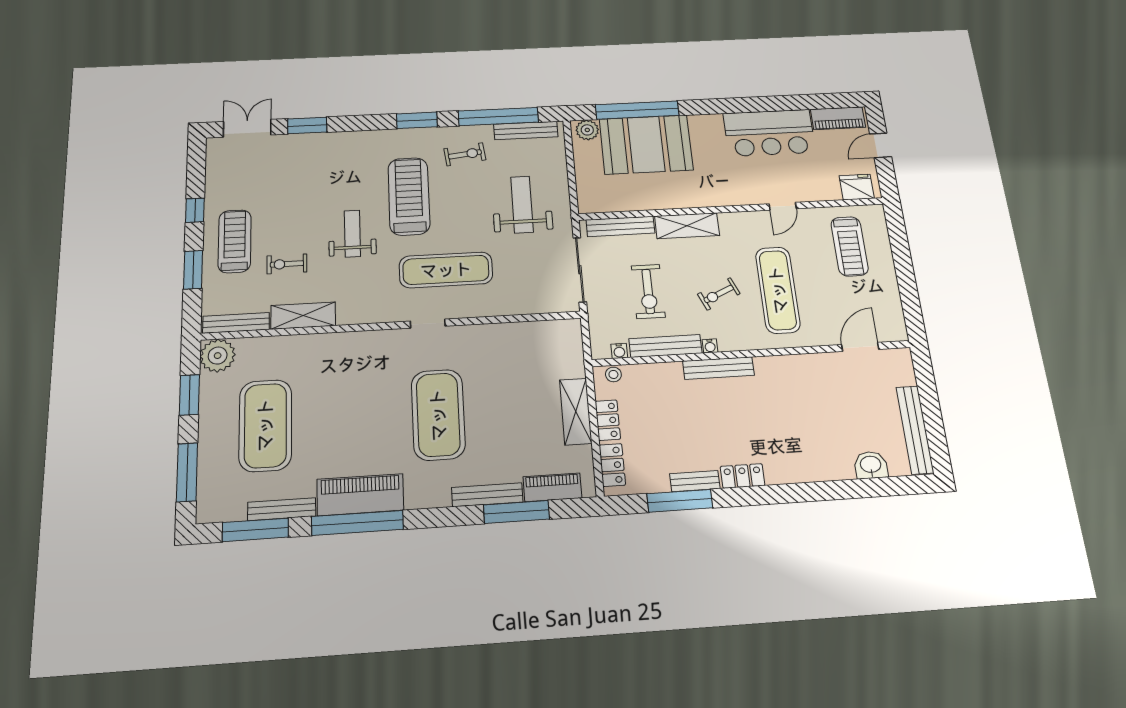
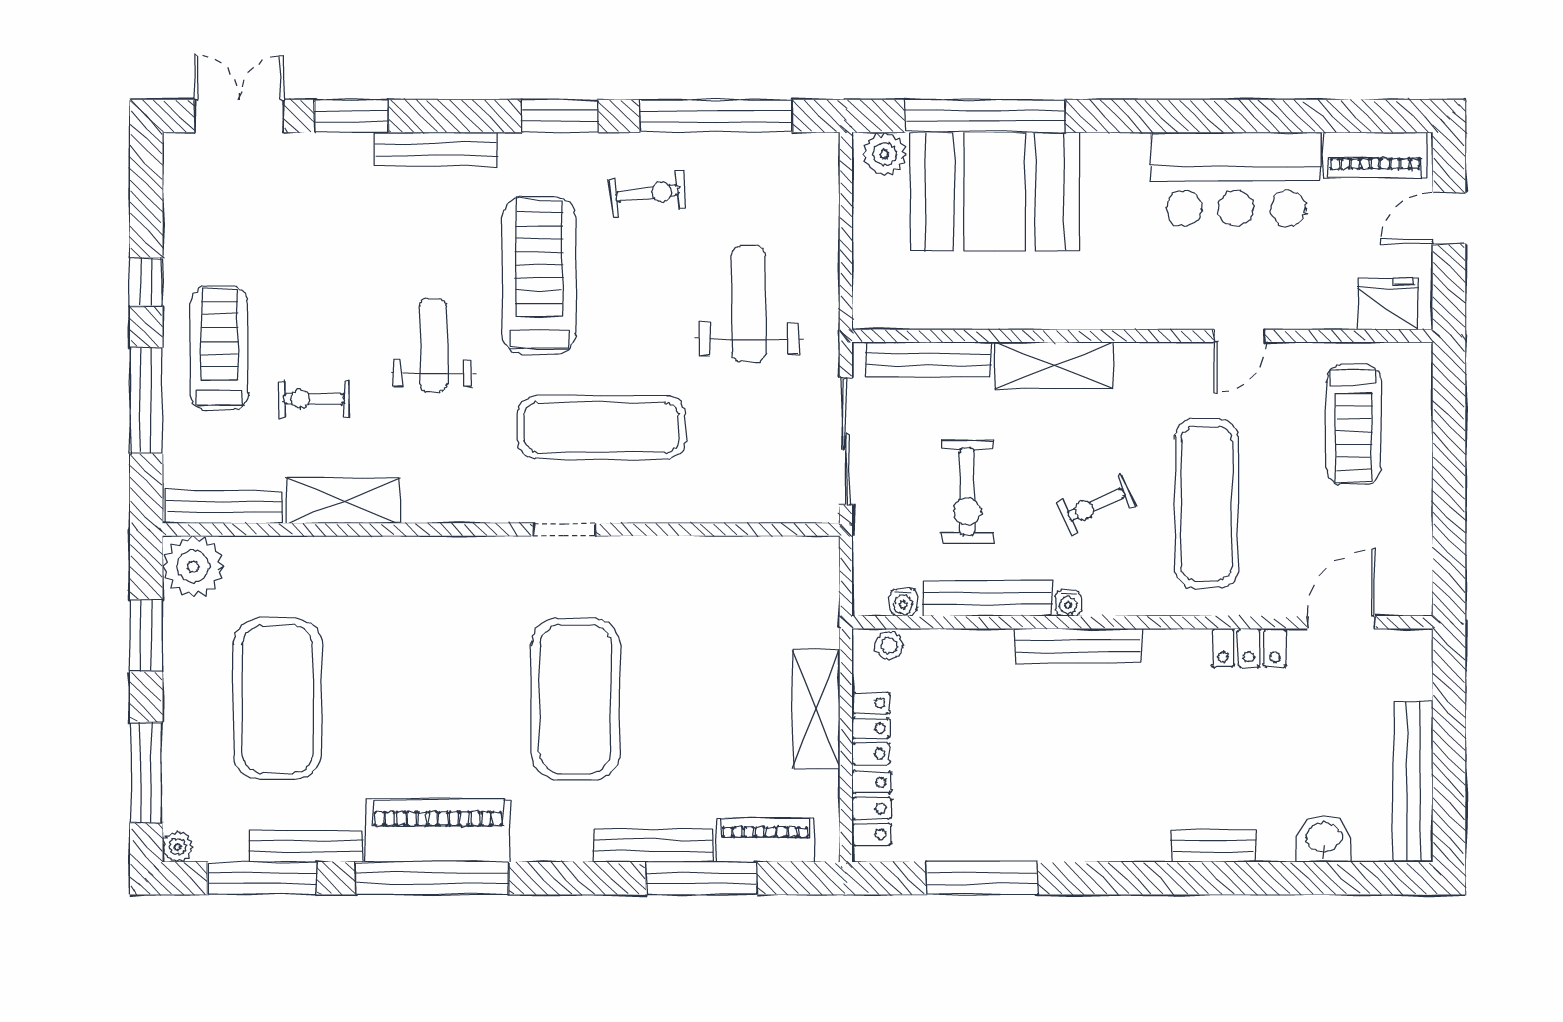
bench: (526, 130) -> (436, 149), moved
window: (193, 270) -> (146, 400), width x1.44
locker: (743, 476) -> (1249, 648), moved, turned 180
bench: (695, 481) -> (1213, 846), moved
plant: (205, 515) -> (178, 847), added

